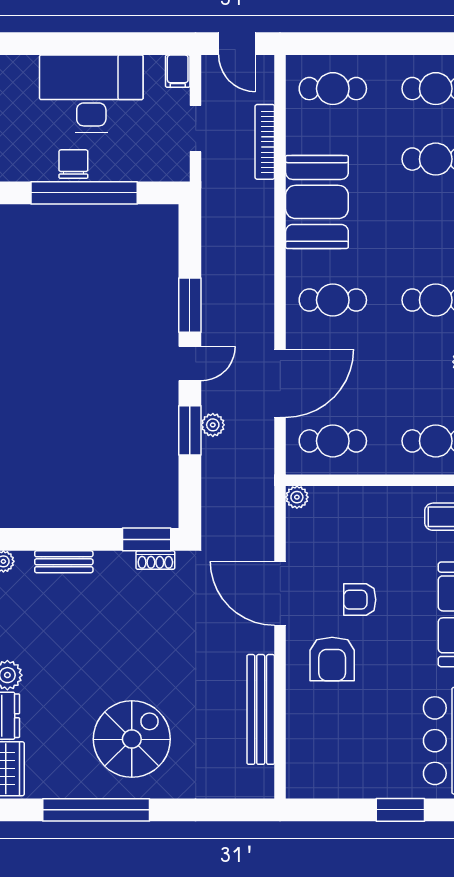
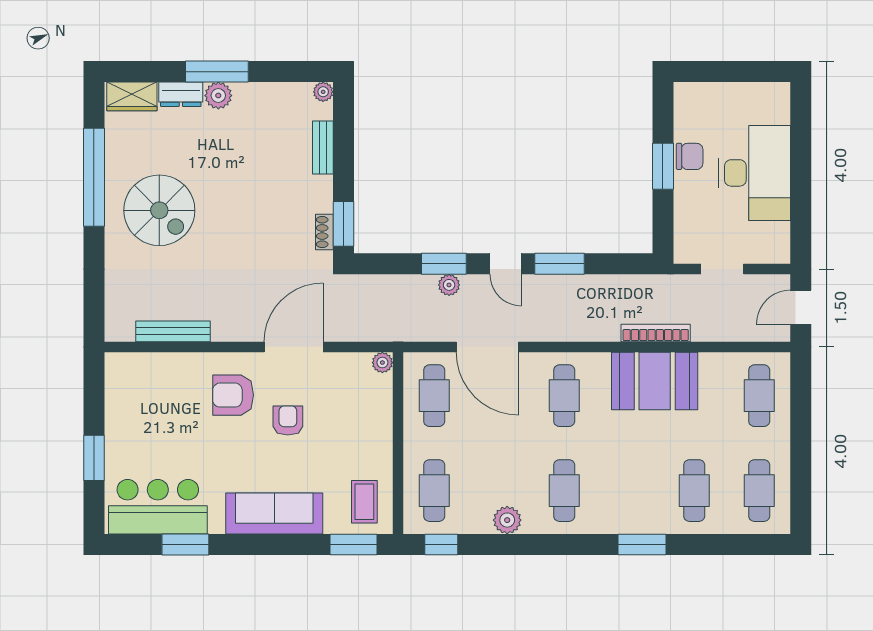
filing cabinet: (178, 71) -> (775, 253), removed
bookcase: (265, 142) -> (656, 333), moved
window: (84, 193) -> (663, 166), width x0.47
bench: (261, 709) -> (173, 331), width x0.73, depth x0.82

